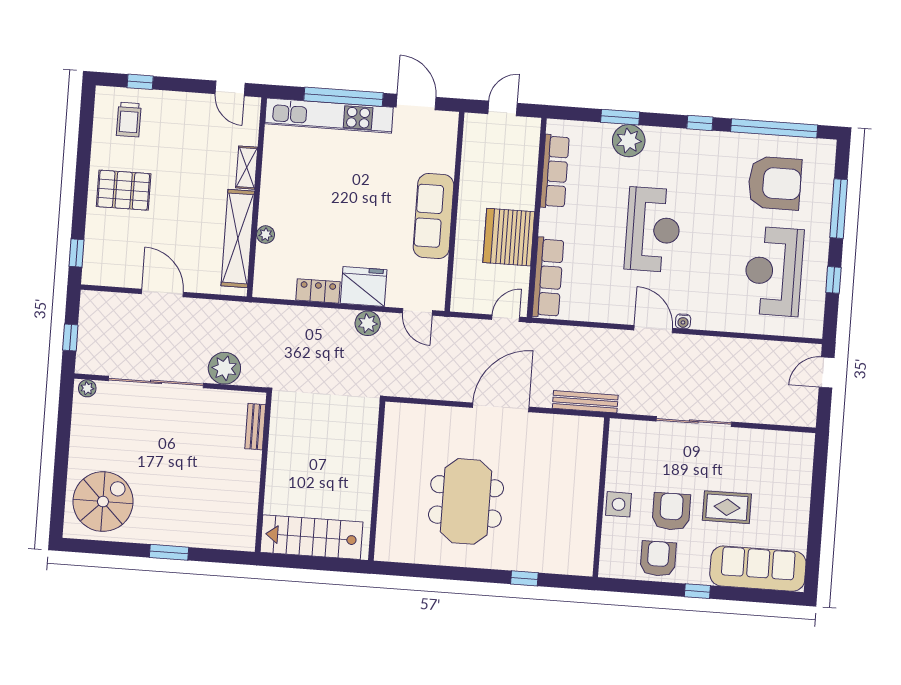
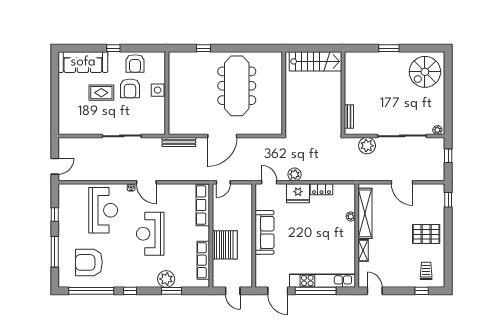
door: (503, 108) -> (233, 291), hinge flipped
server rack: (509, 237) -> (225, 245), moved
reception desk: (774, 271) -> (103, 210), moved
meeting table: (466, 501) -> (237, 86), width x1.36

